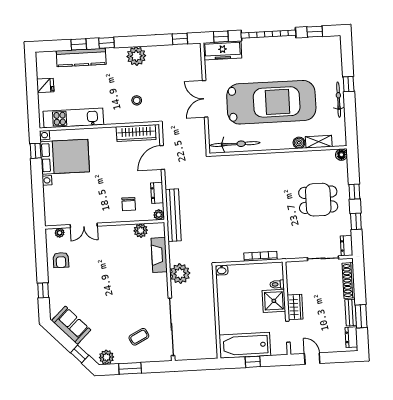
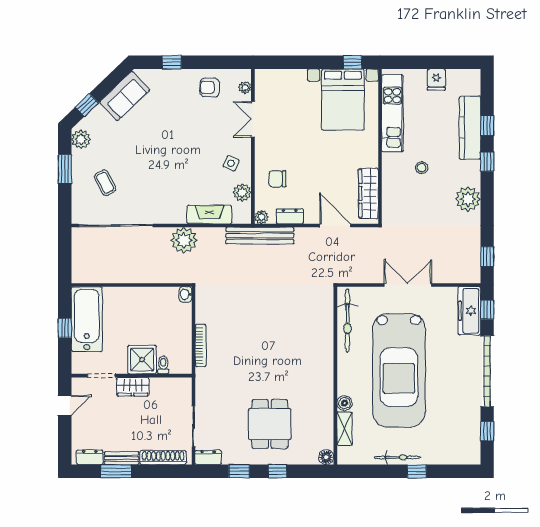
stool: (137, 100) -> (422, 168), moved
side table: (119, 240) -> (231, 163), added

